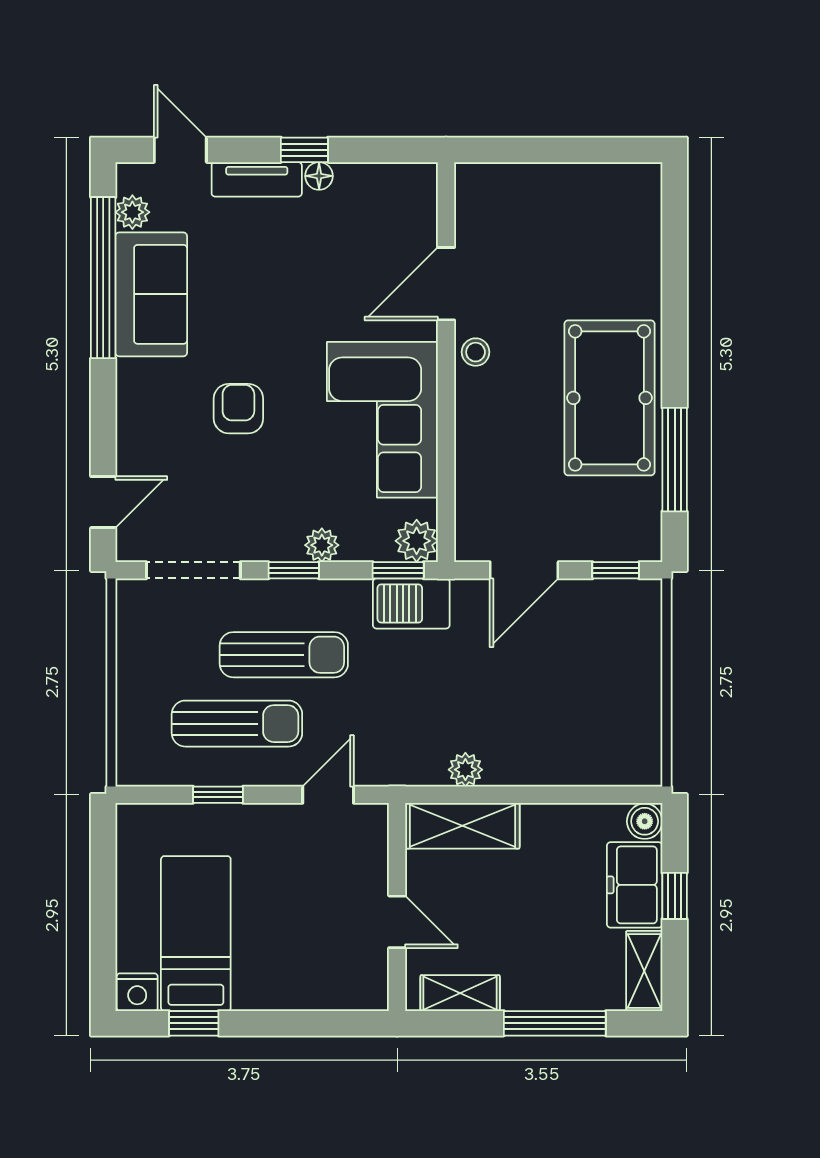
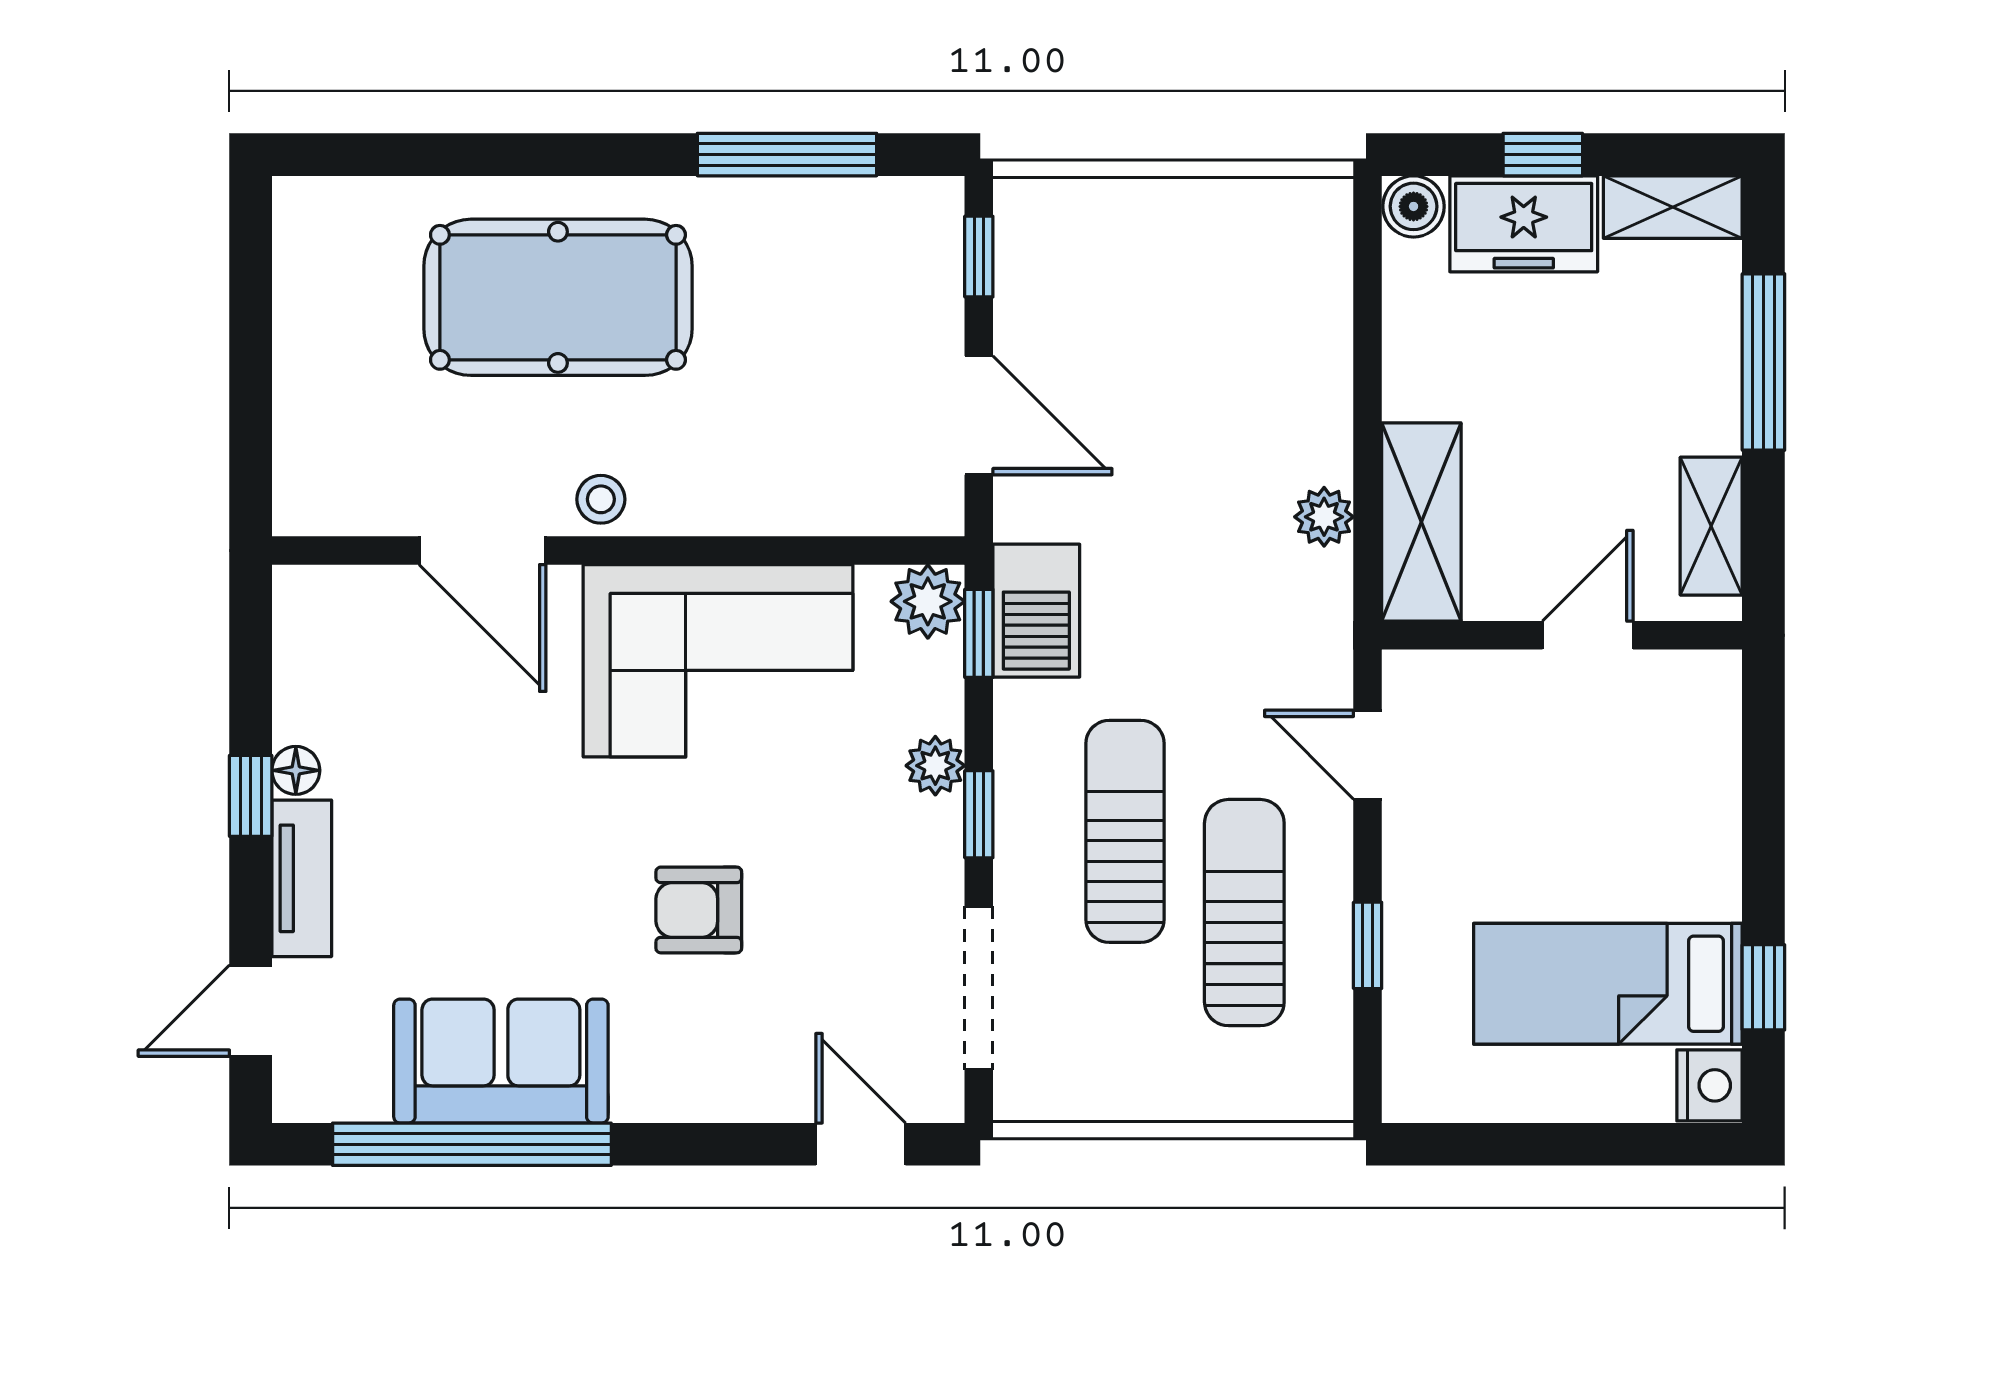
plant: (132, 212) -> (359, 1094), removed
pool table: (609, 398) -> (558, 297), moved

